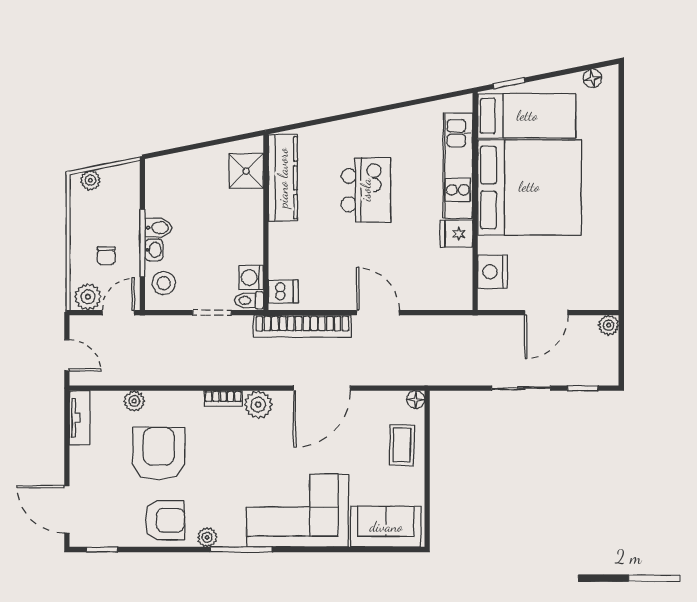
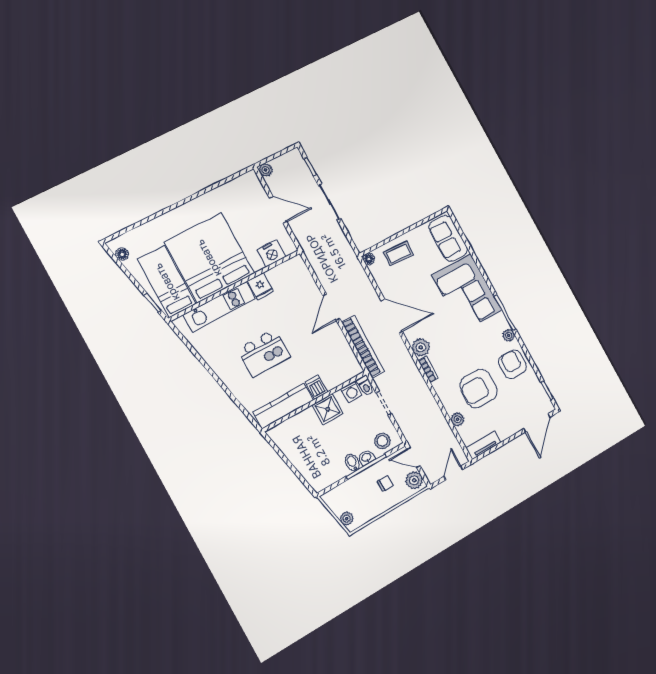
shower: (246, 171) -> (328, 409), moved
kitchen island: (366, 190) -> (264, 353), turned 180
dishwasher: (283, 292) -> (316, 387), moved

